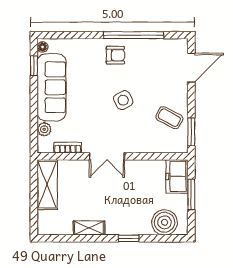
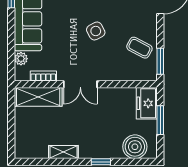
shelving: (47, 185) -> (38, 97), moved, turned 90

